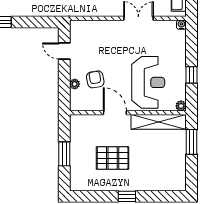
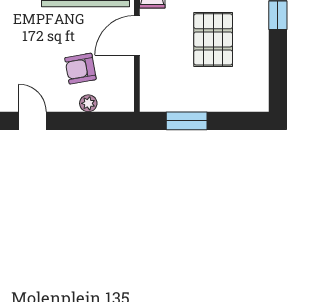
door: (64, 51) -> (33, 121), swing flipped
window: (64, 154) -> (187, 121), moved

